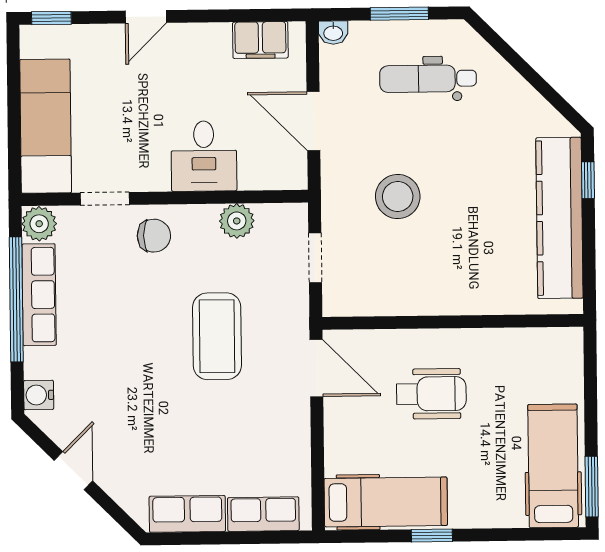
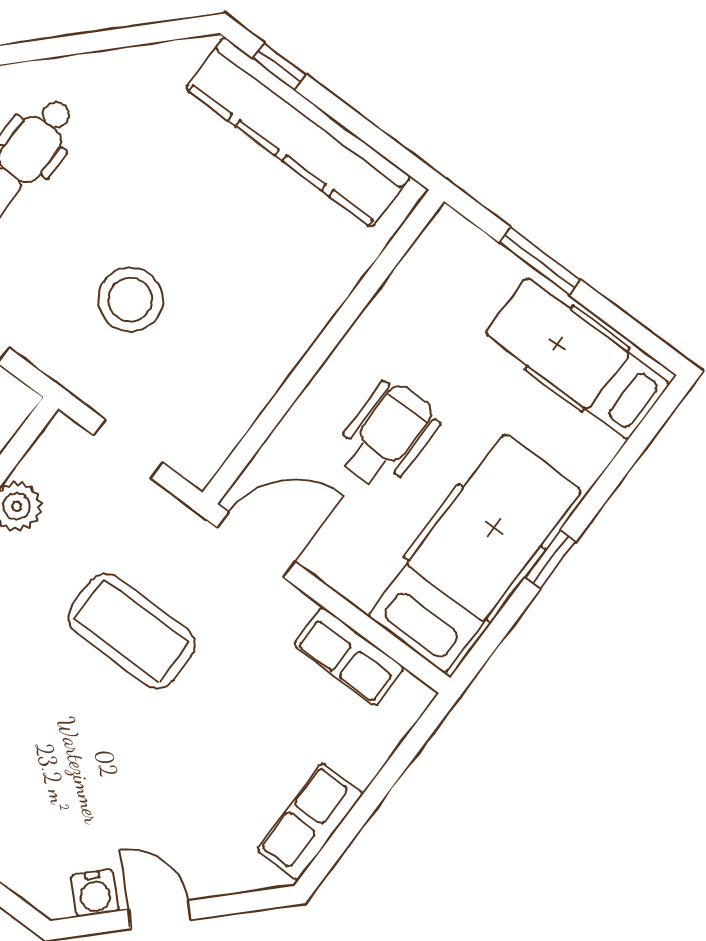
water cooler: (39, 395) -> (95, 893), moved, turned -45
window: (592, 487) -> (540, 261), moved
hospital bed: (386, 502) -> (475, 553), width x1.37, depth x1.29
row of seats: (263, 514) -> (349, 656), moved, turned -90

